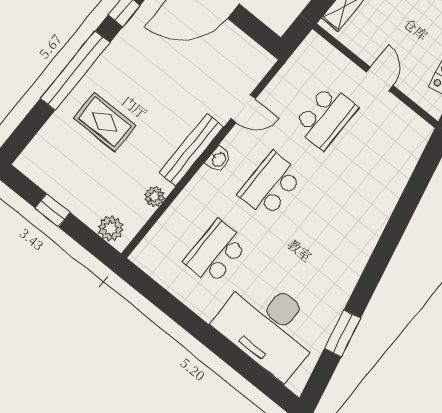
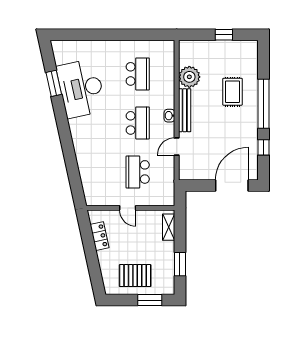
rug: (105, 122) -> (232, 92), turned 90
plant: (154, 196) -> (189, 77), width x1.88, depth x1.88
plant: (111, 228) -> (192, 47), removed
desk: (269, 327) -> (81, 88), moved, turned -102

